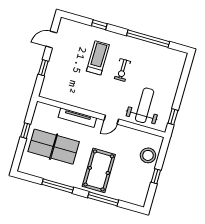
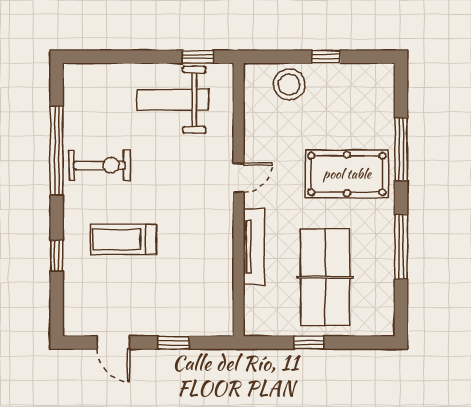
exercise bike: (123, 70) -> (99, 165), moved, width x1.38, depth x1.39
weight bench: (145, 105) -> (173, 100), moved
door: (111, 120) -> (239, 178), hinge flipped

